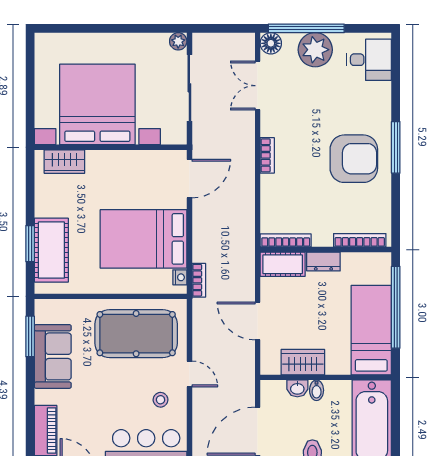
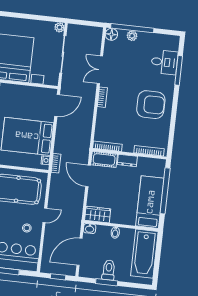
plant: (315, 50) -> (132, 36), width x0.53, depth x0.53
desk: (369, 60) -> (164, 62), moved
double door: (258, 86) -> (100, 70), moved
window: (396, 147) -> (179, 70), moved
door: (258, 321) -> (88, 176), moved
wardrobe: (303, 362) -> (98, 215), moved
door: (189, 374) -> (45, 215), hinge flipped
washbasin: (297, 388) -> (90, 229), moved

